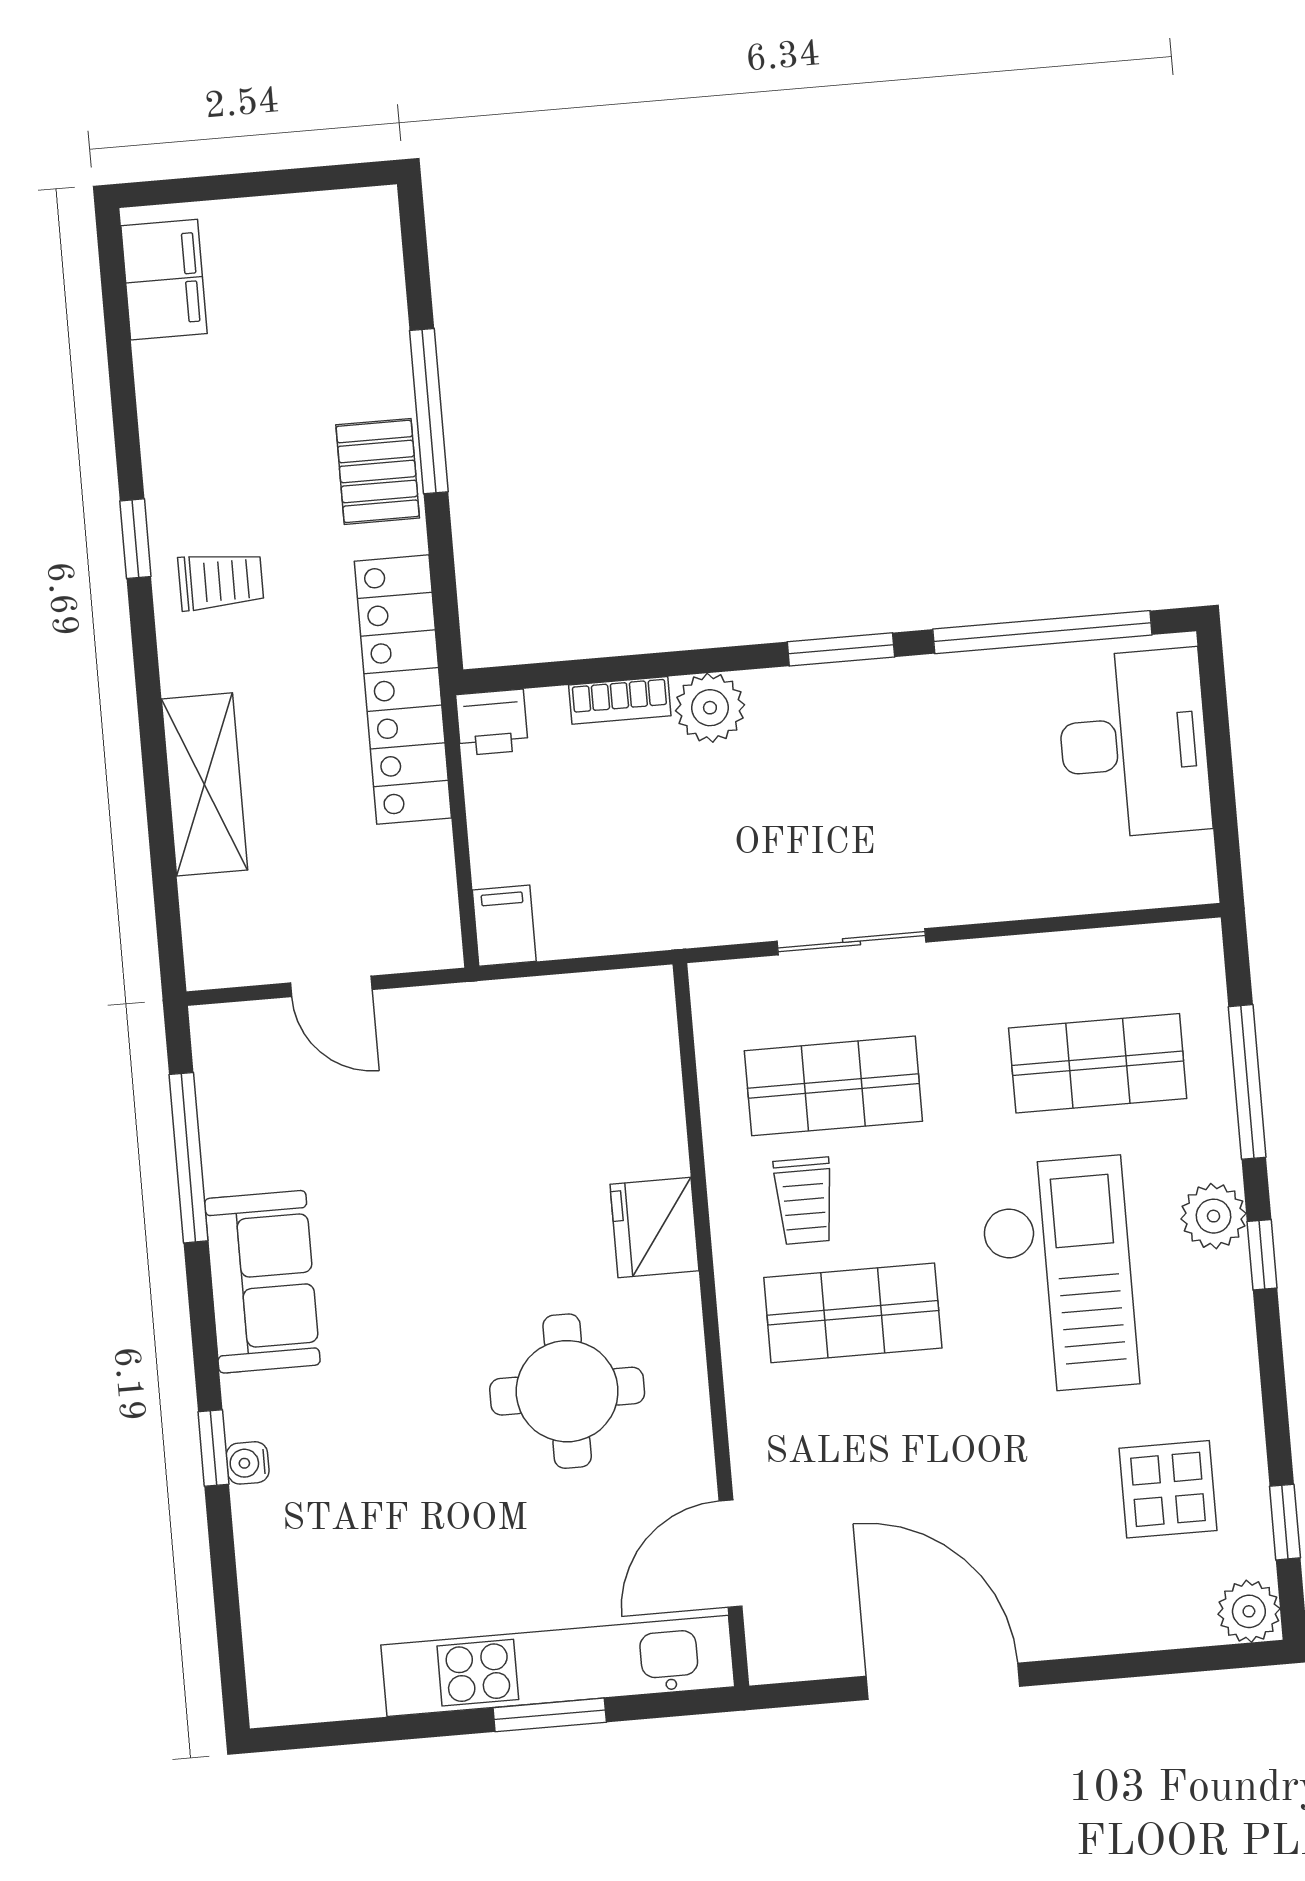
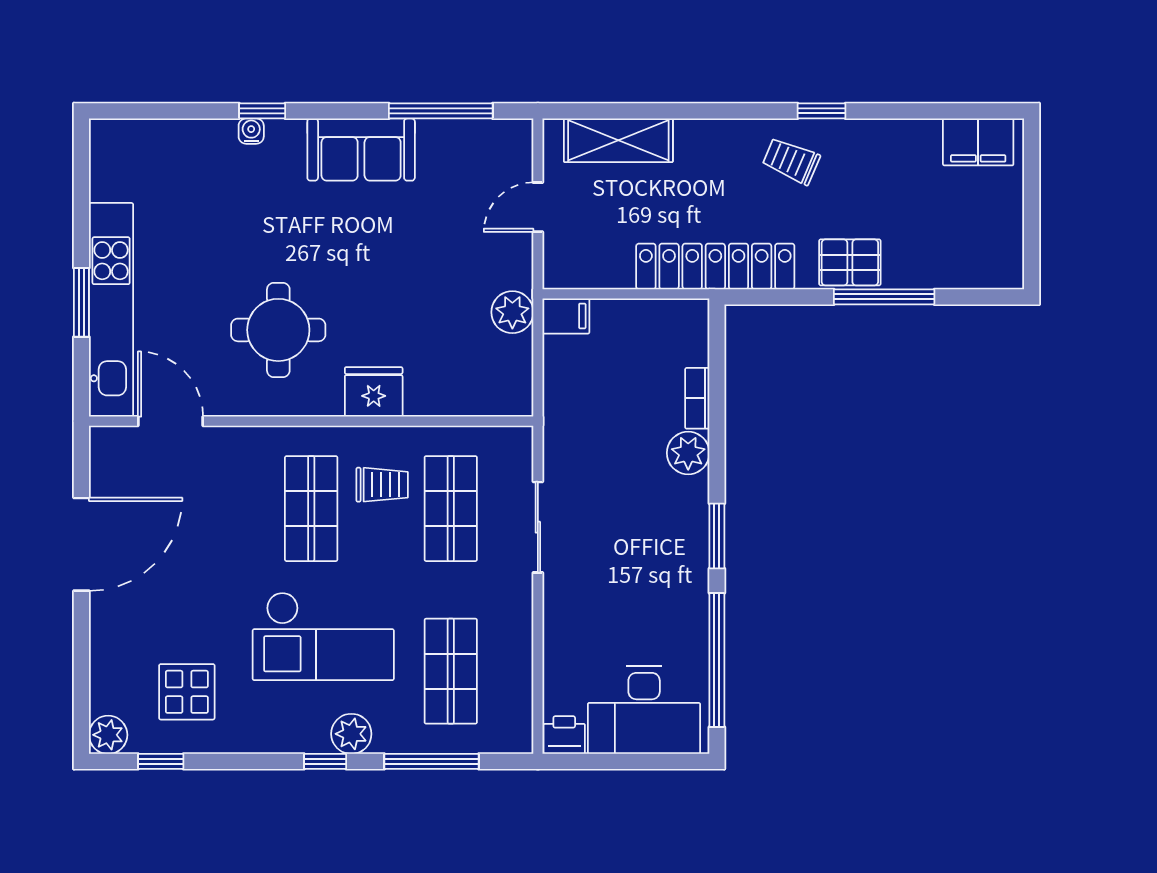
trolley: (221, 581) -> (791, 161), turned 113
printer: (492, 722) -> (564, 735), moved, turned 90
shelving: (205, 784) -> (618, 140), moved
plant: (506, 1013) -> (512, 312), added
trolley: (804, 1201) -> (382, 485), turned 180

